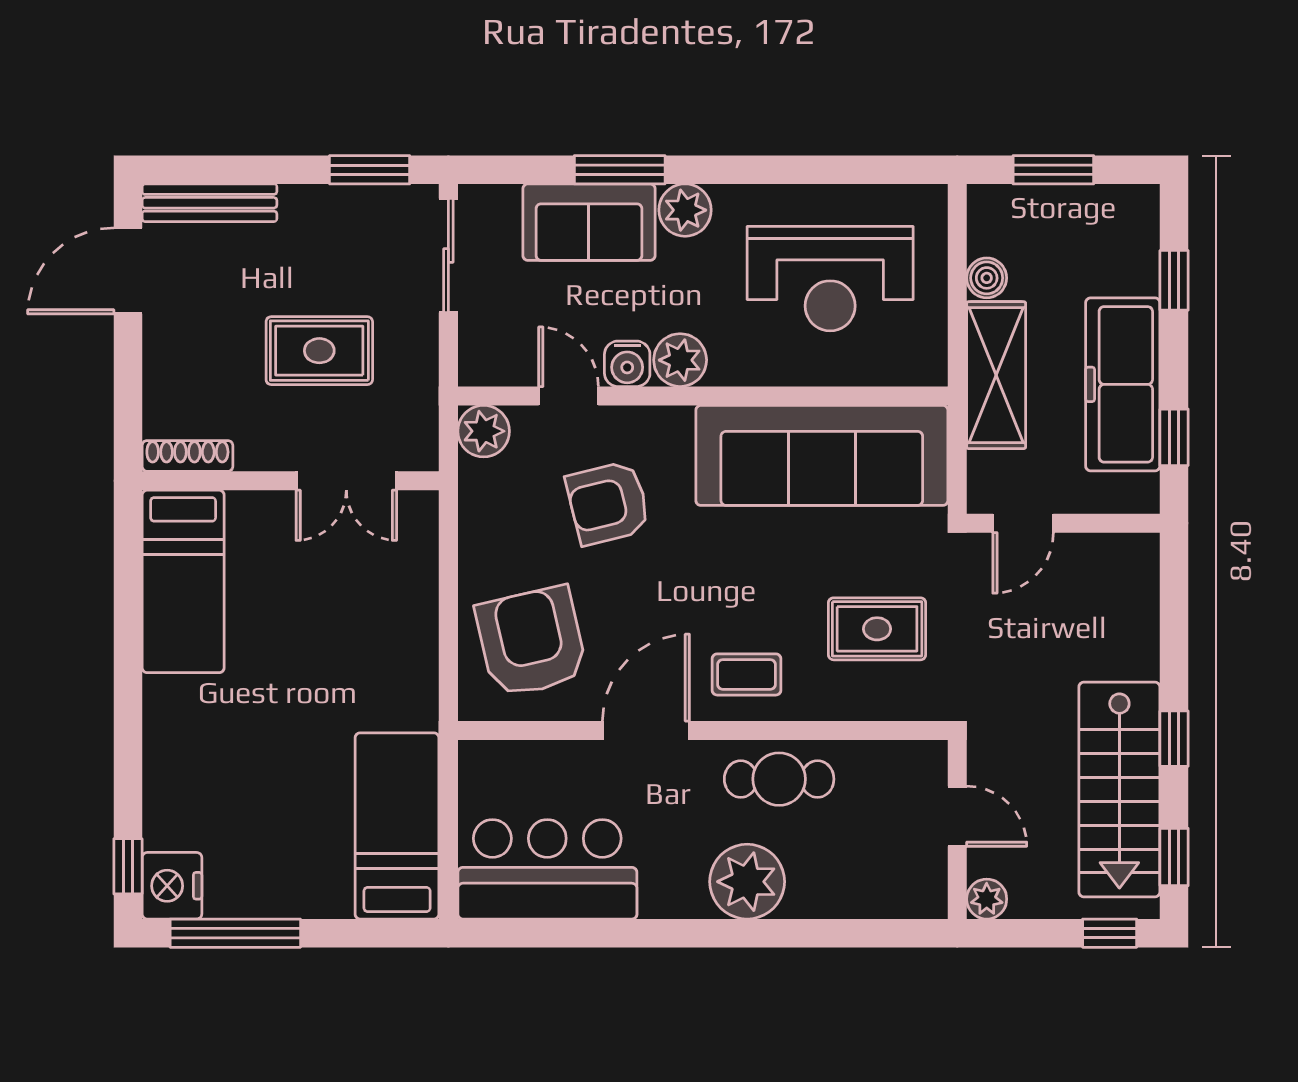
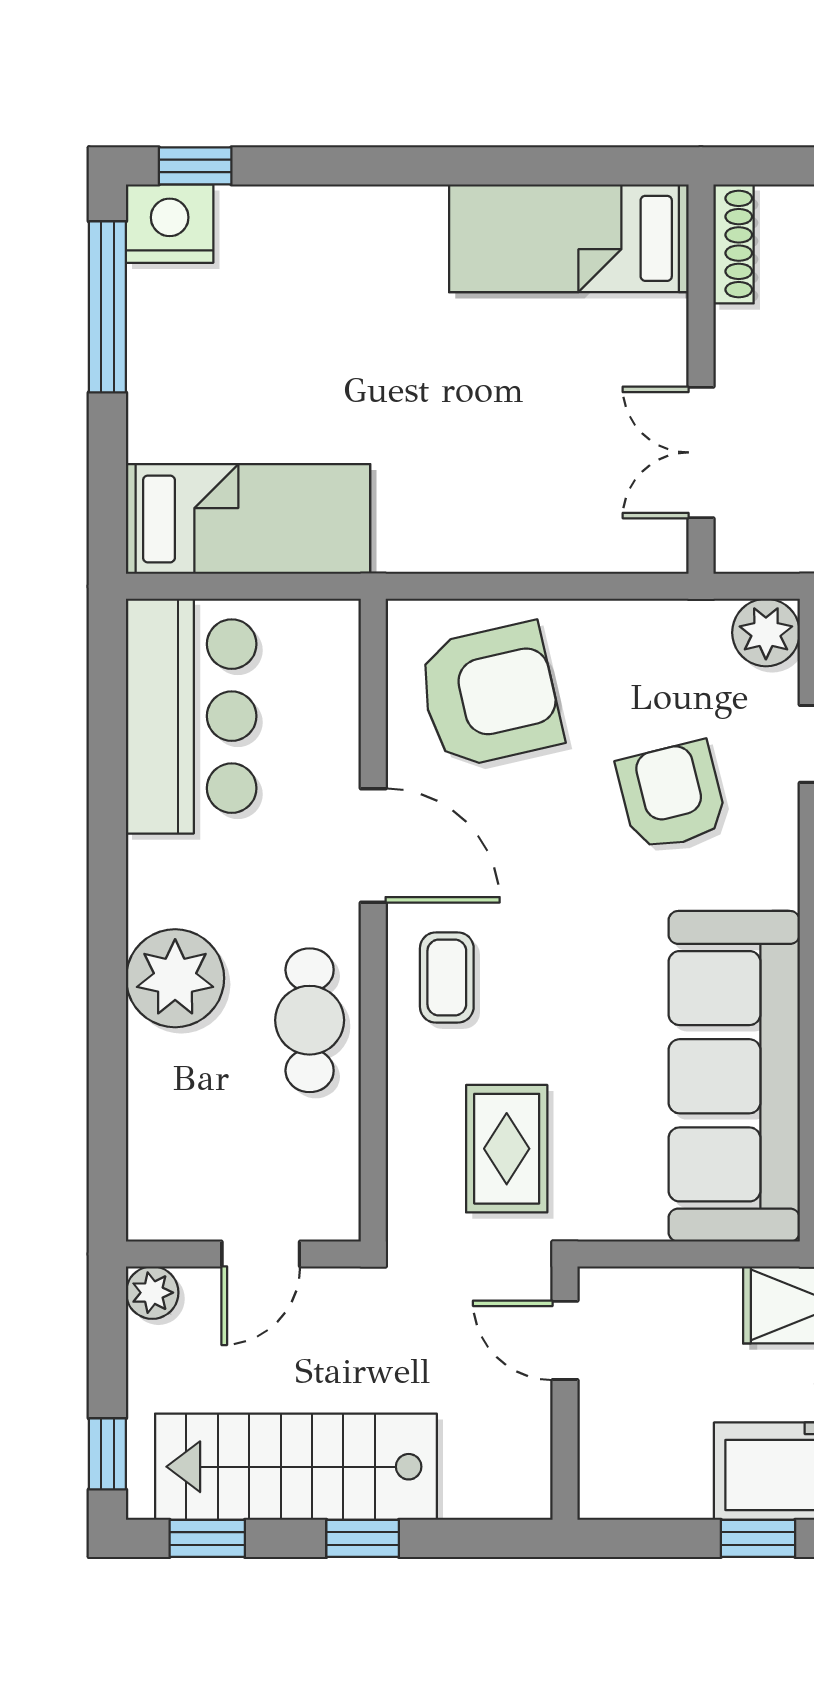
door: (1023, 523) -> (565, 1340), moved
wall: (1063, 523) -> (565, 1393), moved

